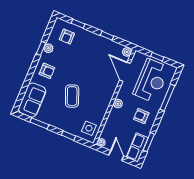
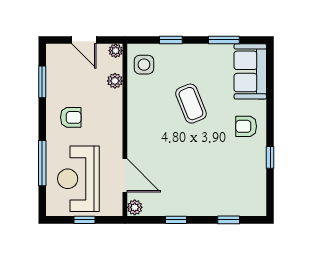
armchair: (67, 37) -> (238, 192), removed
plant: (48, 48) -> (259, 162), removed
plant: (118, 104) -> (115, 81), moved
row of seats: (137, 147) -> (57, 66), removed

